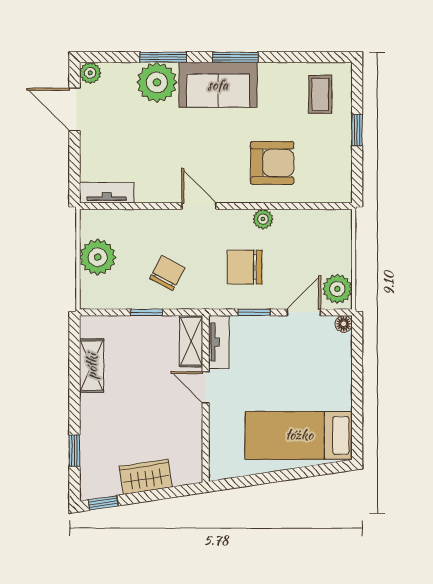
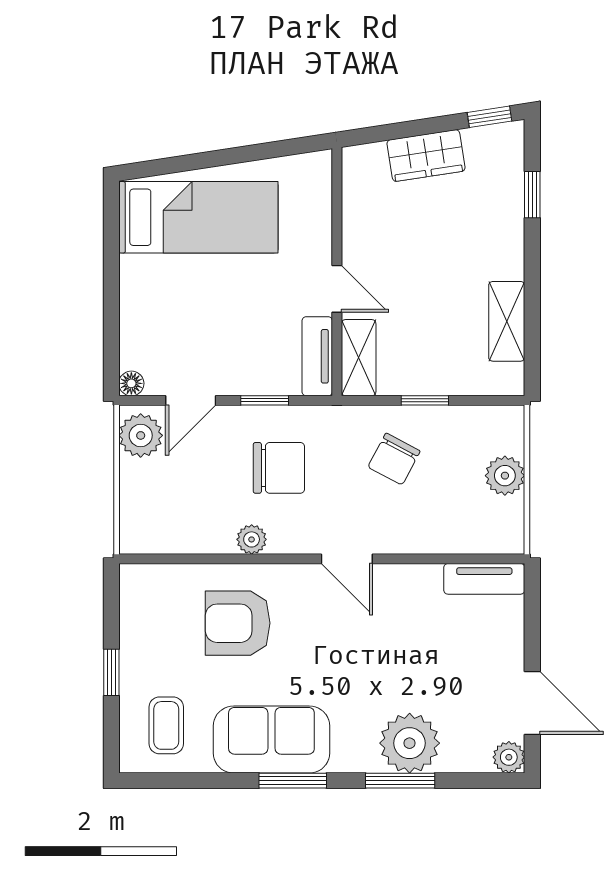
sofa: (218, 85) -> (271, 740), moved
plant: (98, 257) -> (505, 476), width x0.73, depth x0.73

